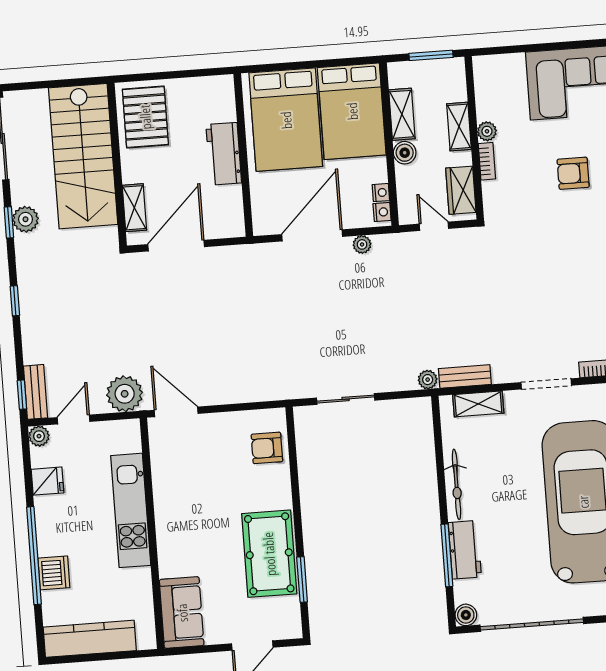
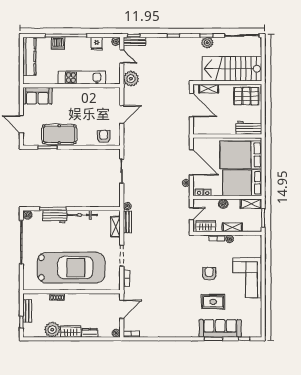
shelving: (402, 114) -> (251, 204), moved
workbench: (224, 154) -> (249, 128), moved
door: (176, 412) -> (122, 115), moved

